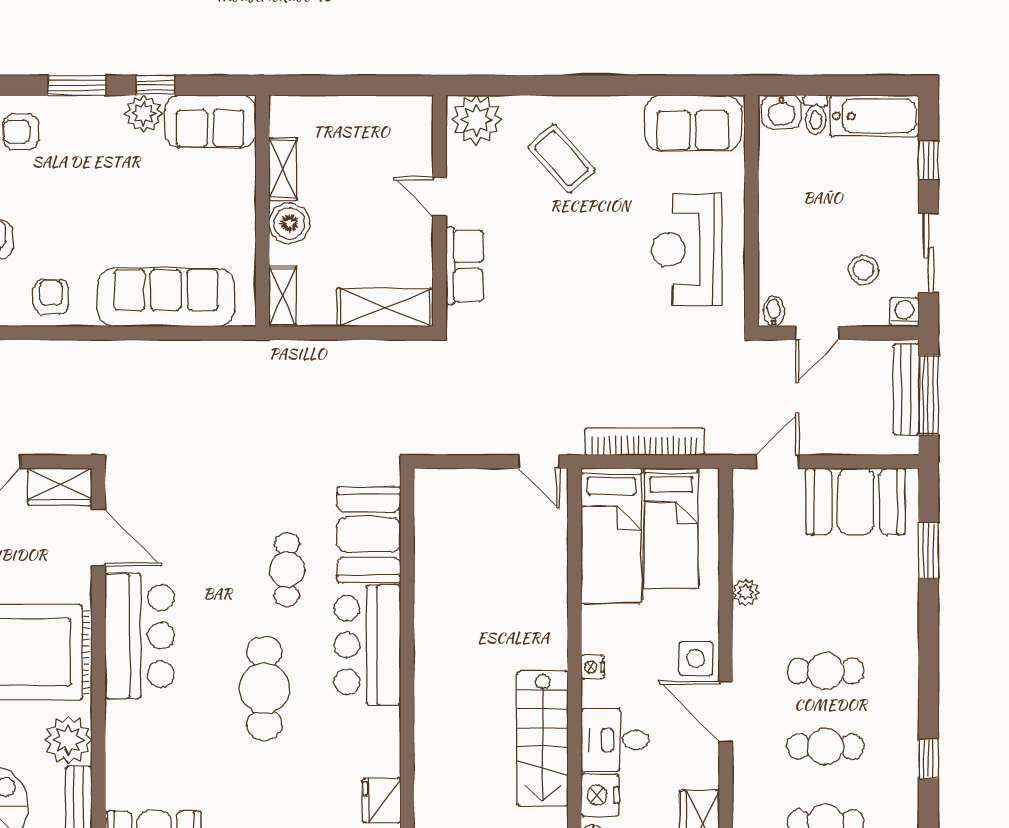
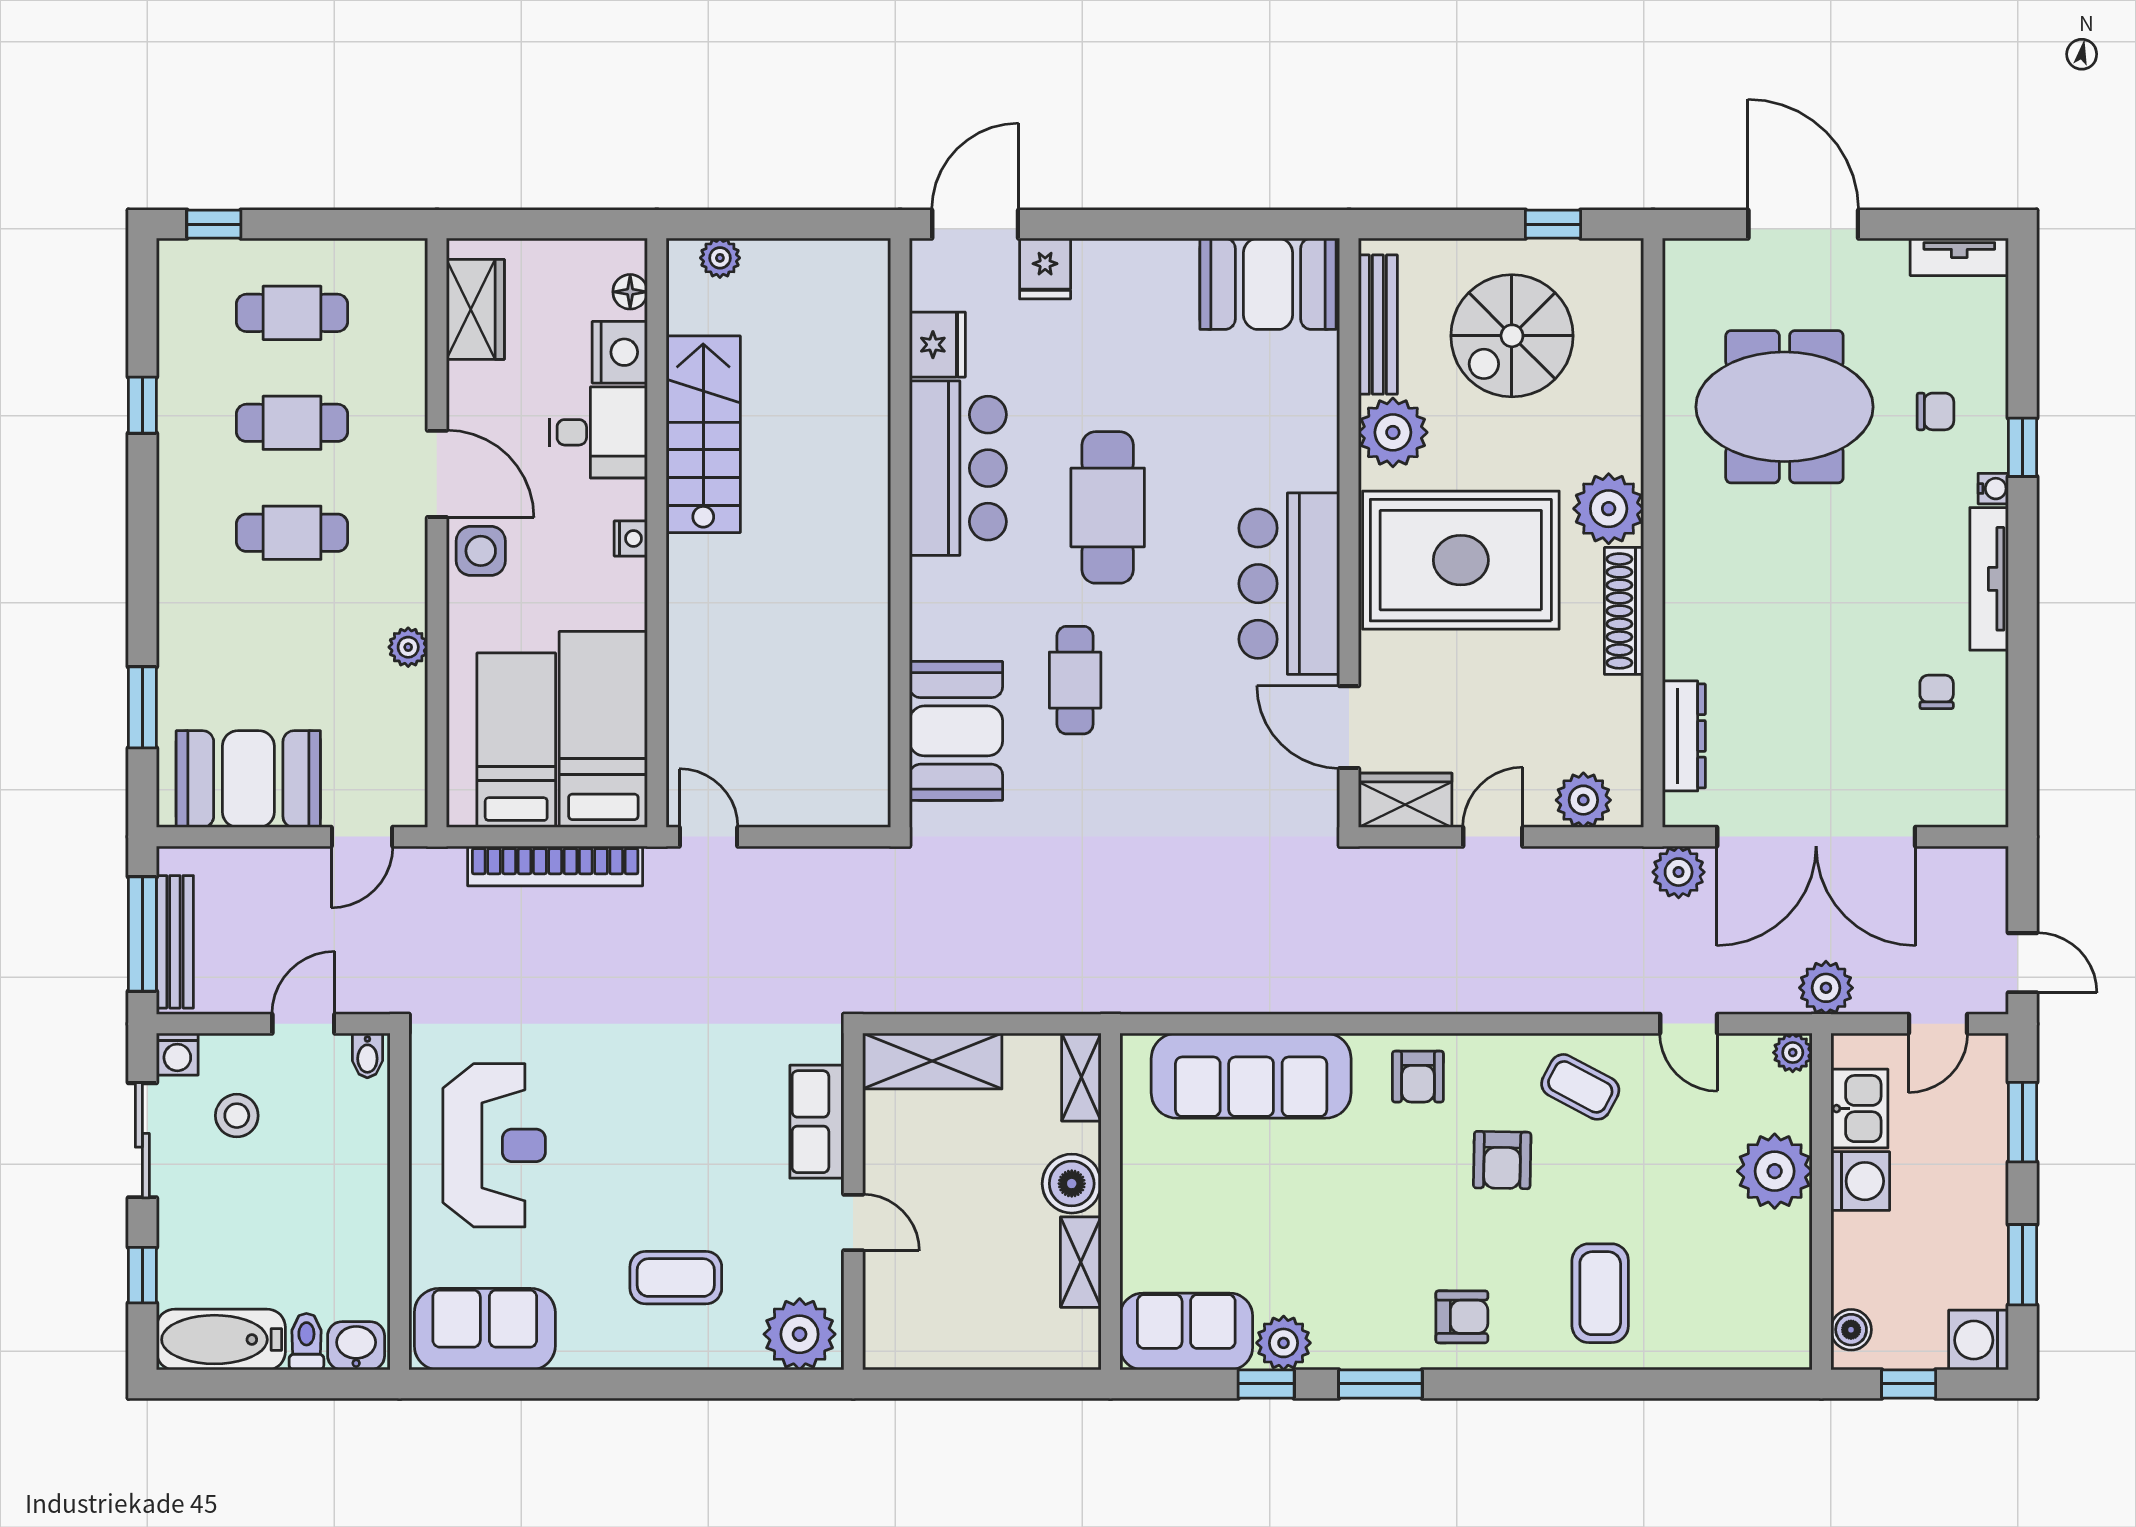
coffee table: (562, 159) -> (676, 1278), turned -48
bar counter: (368, 645) -> (958, 468), moved

